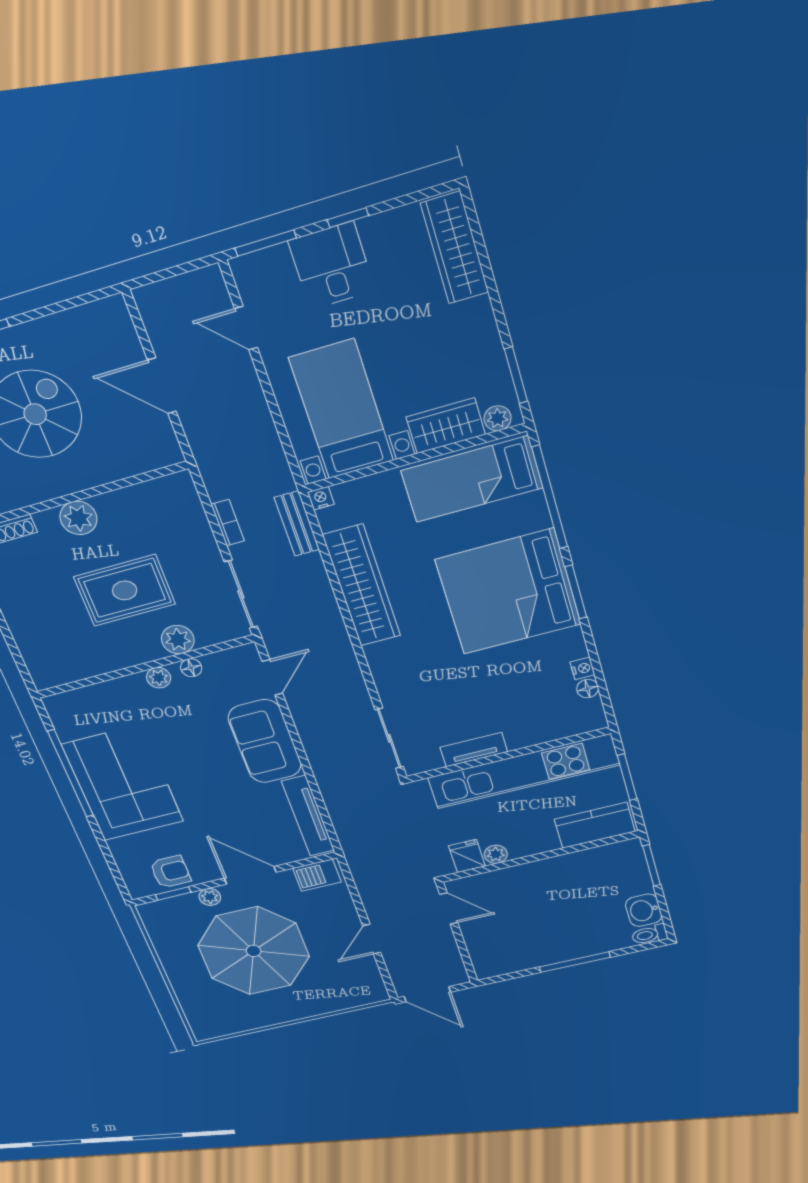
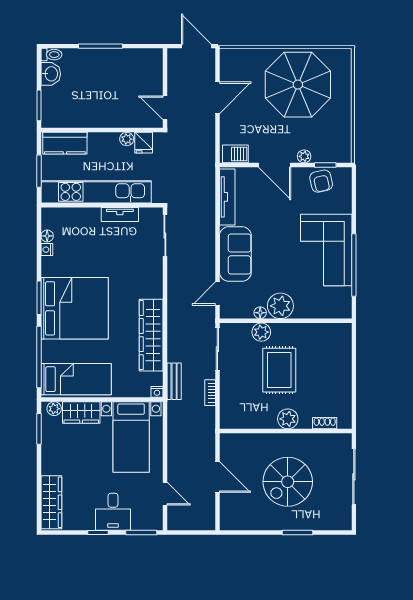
rug: (125, 590) -> (279, 370), turned 90
plant: (159, 678) -> (280, 306), width x1.87, depth x1.87
armchair: (170, 872) -> (321, 181), turned -103
door: (372, 939) -> (217, 98), width x1.38
parasol: (254, 951) -> (298, 85), moved

